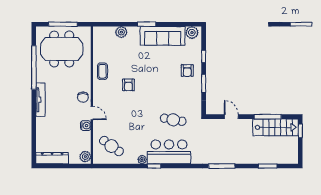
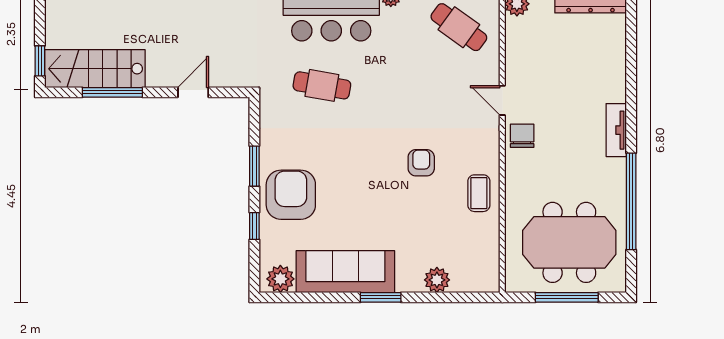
armchair: (187, 71) -> (291, 195), width x1.88, depth x1.88
tv unit: (41, 100) -> (616, 130), width x0.71
door: (231, 117) -> (193, 92), swing flipped
water cooler: (86, 126) -> (516, 72), removed

